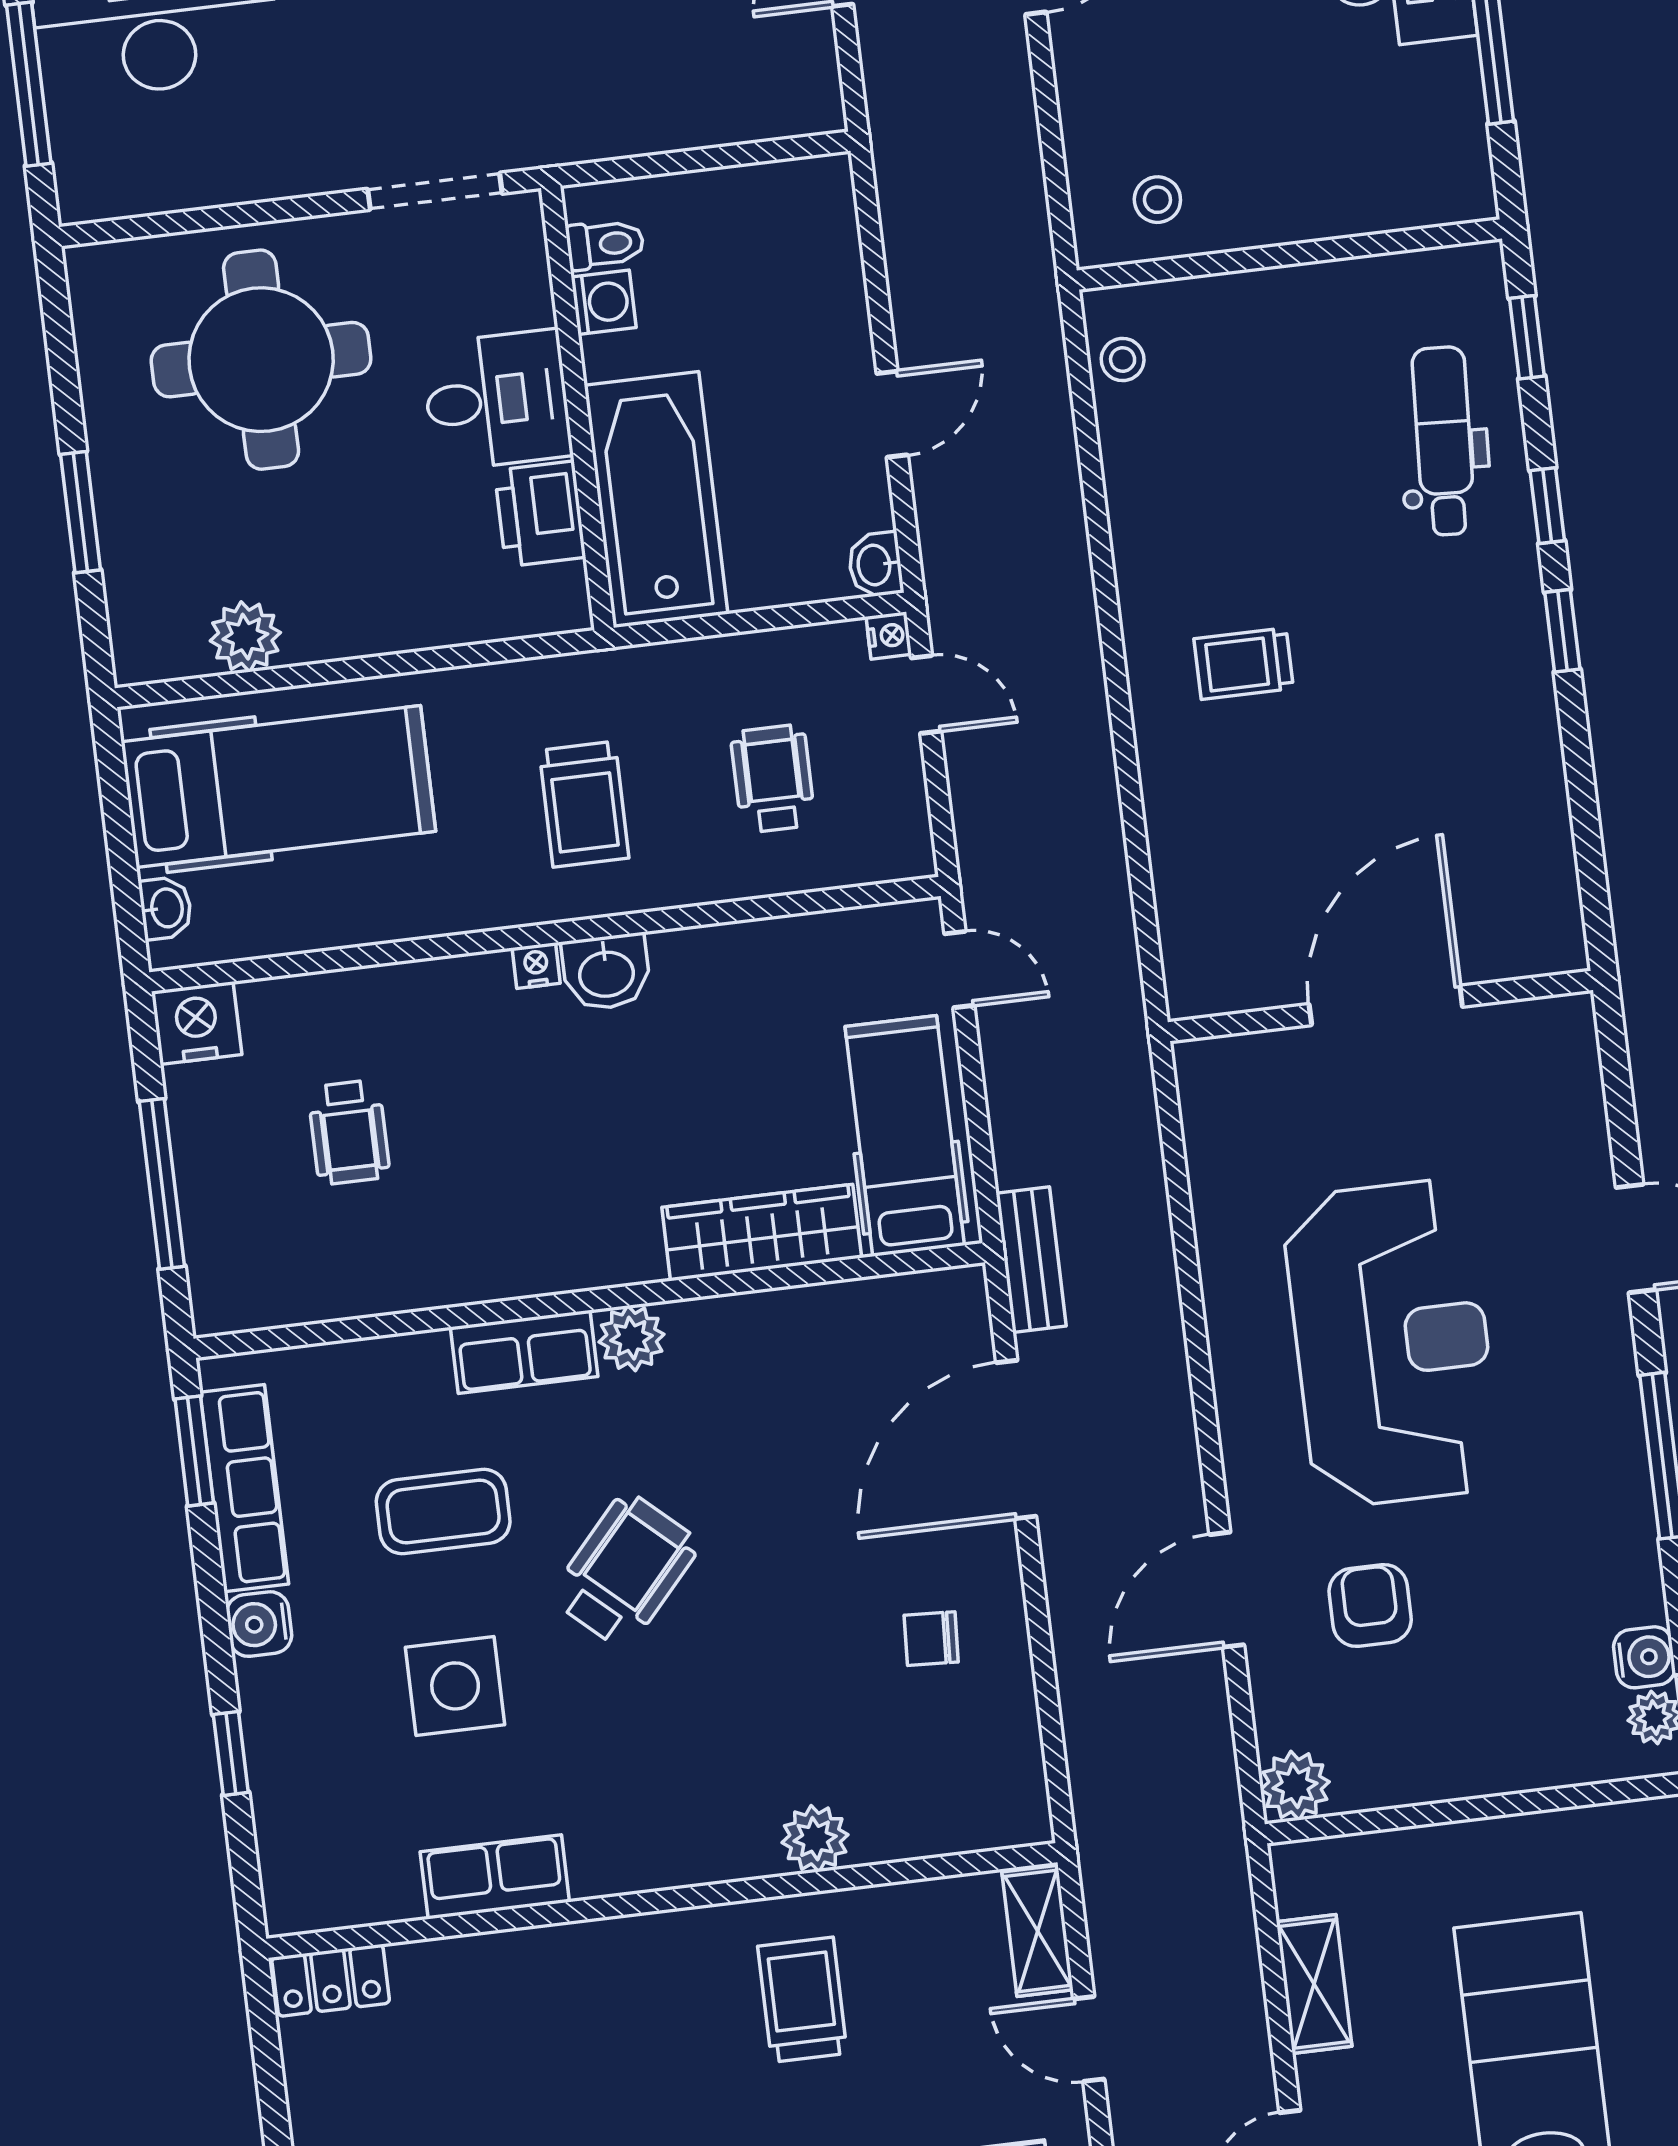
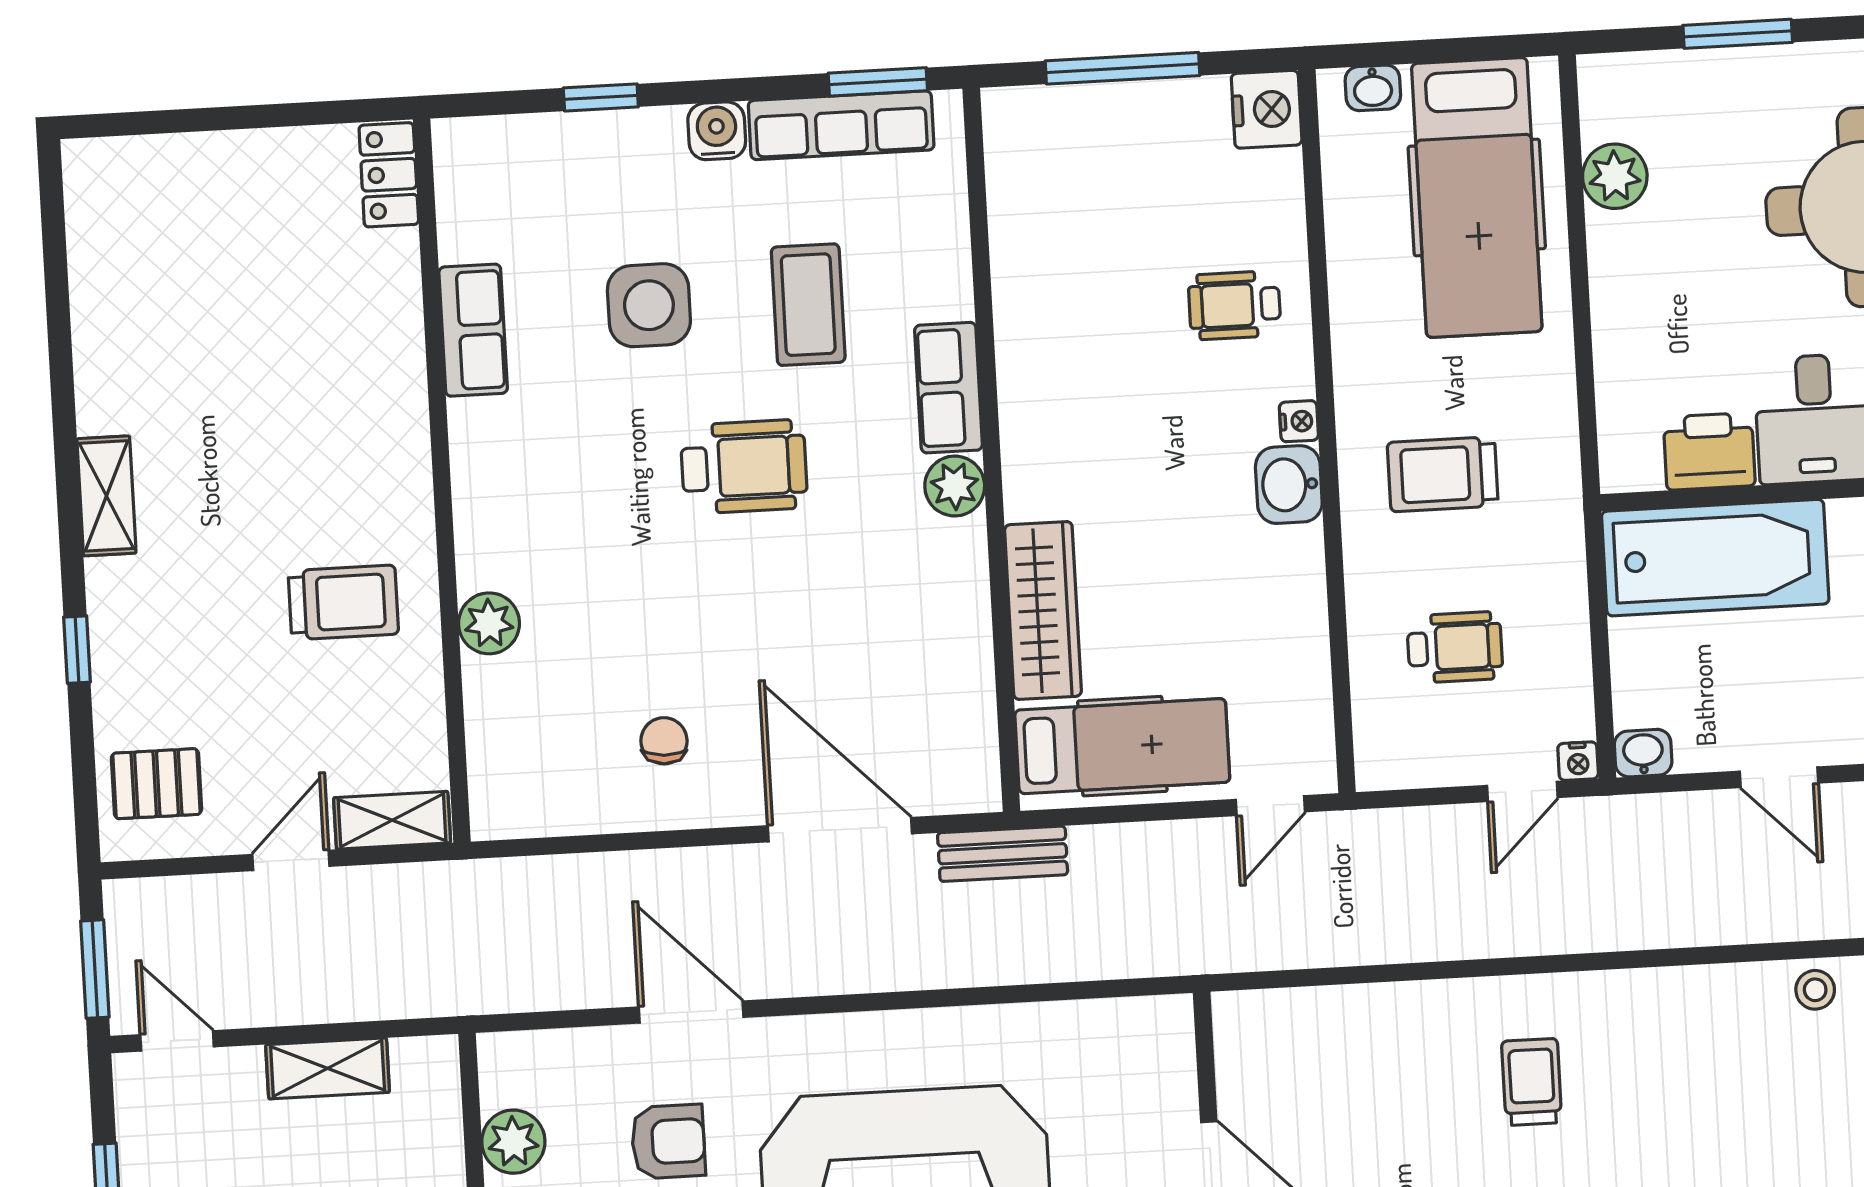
wheelchair: (349, 1132) -> (1234, 305), moved
wheelchair: (625, 1570) -> (744, 467), turned -42
plant: (1295, 1786) -> (513, 1142), moved

